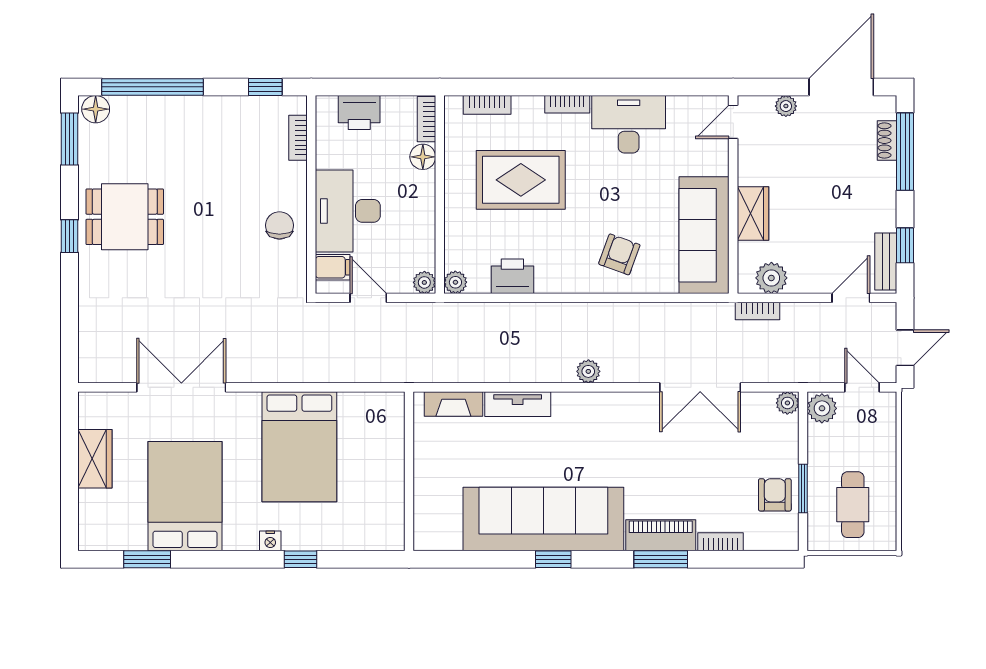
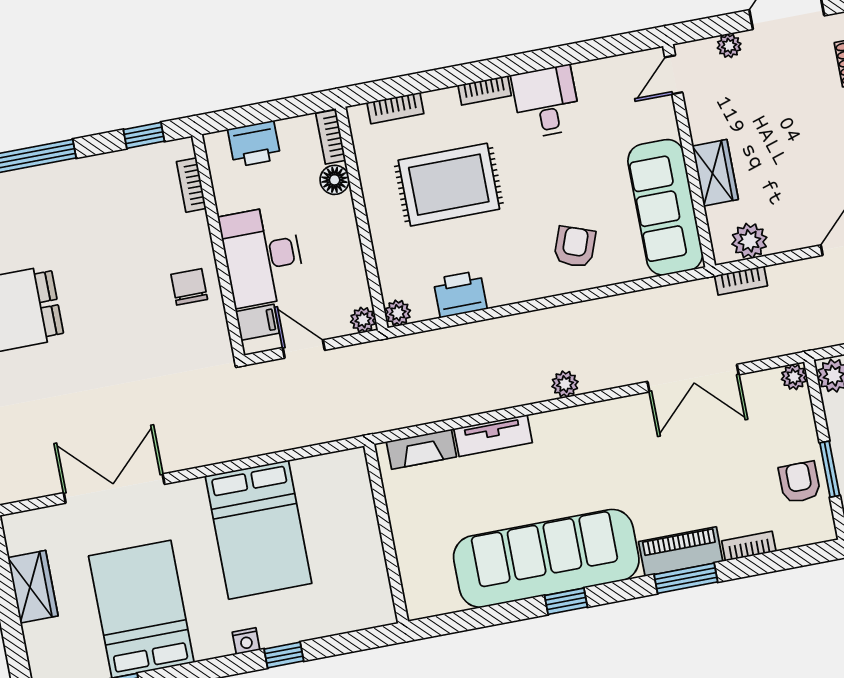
desk: (629, 124) -> (546, 102), width x0.73

